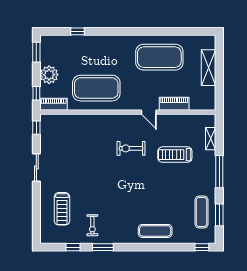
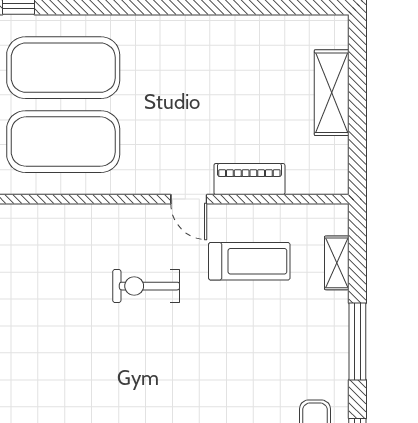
exercise mat: (159, 57) -> (63, 68), moved
treadmill: (175, 155) -> (249, 261), moved, turned 180

